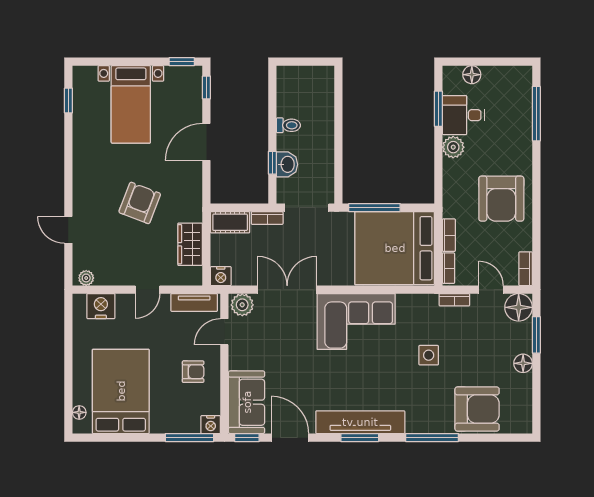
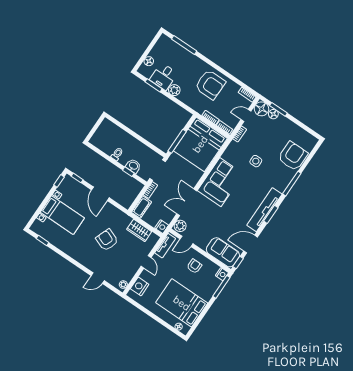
door: (224, 332) -> (186, 241), hinge flipped
floor lamp: (523, 363) -> (273, 114), moved

